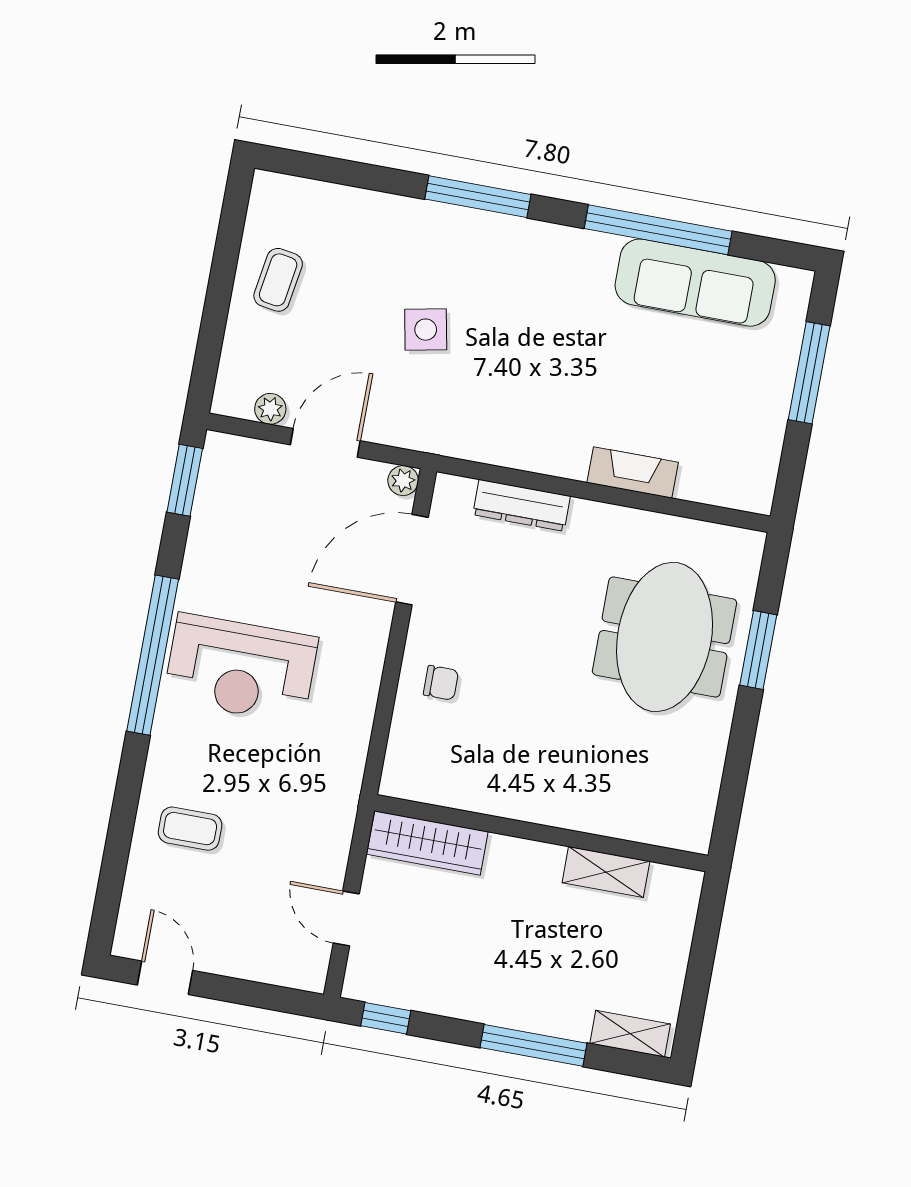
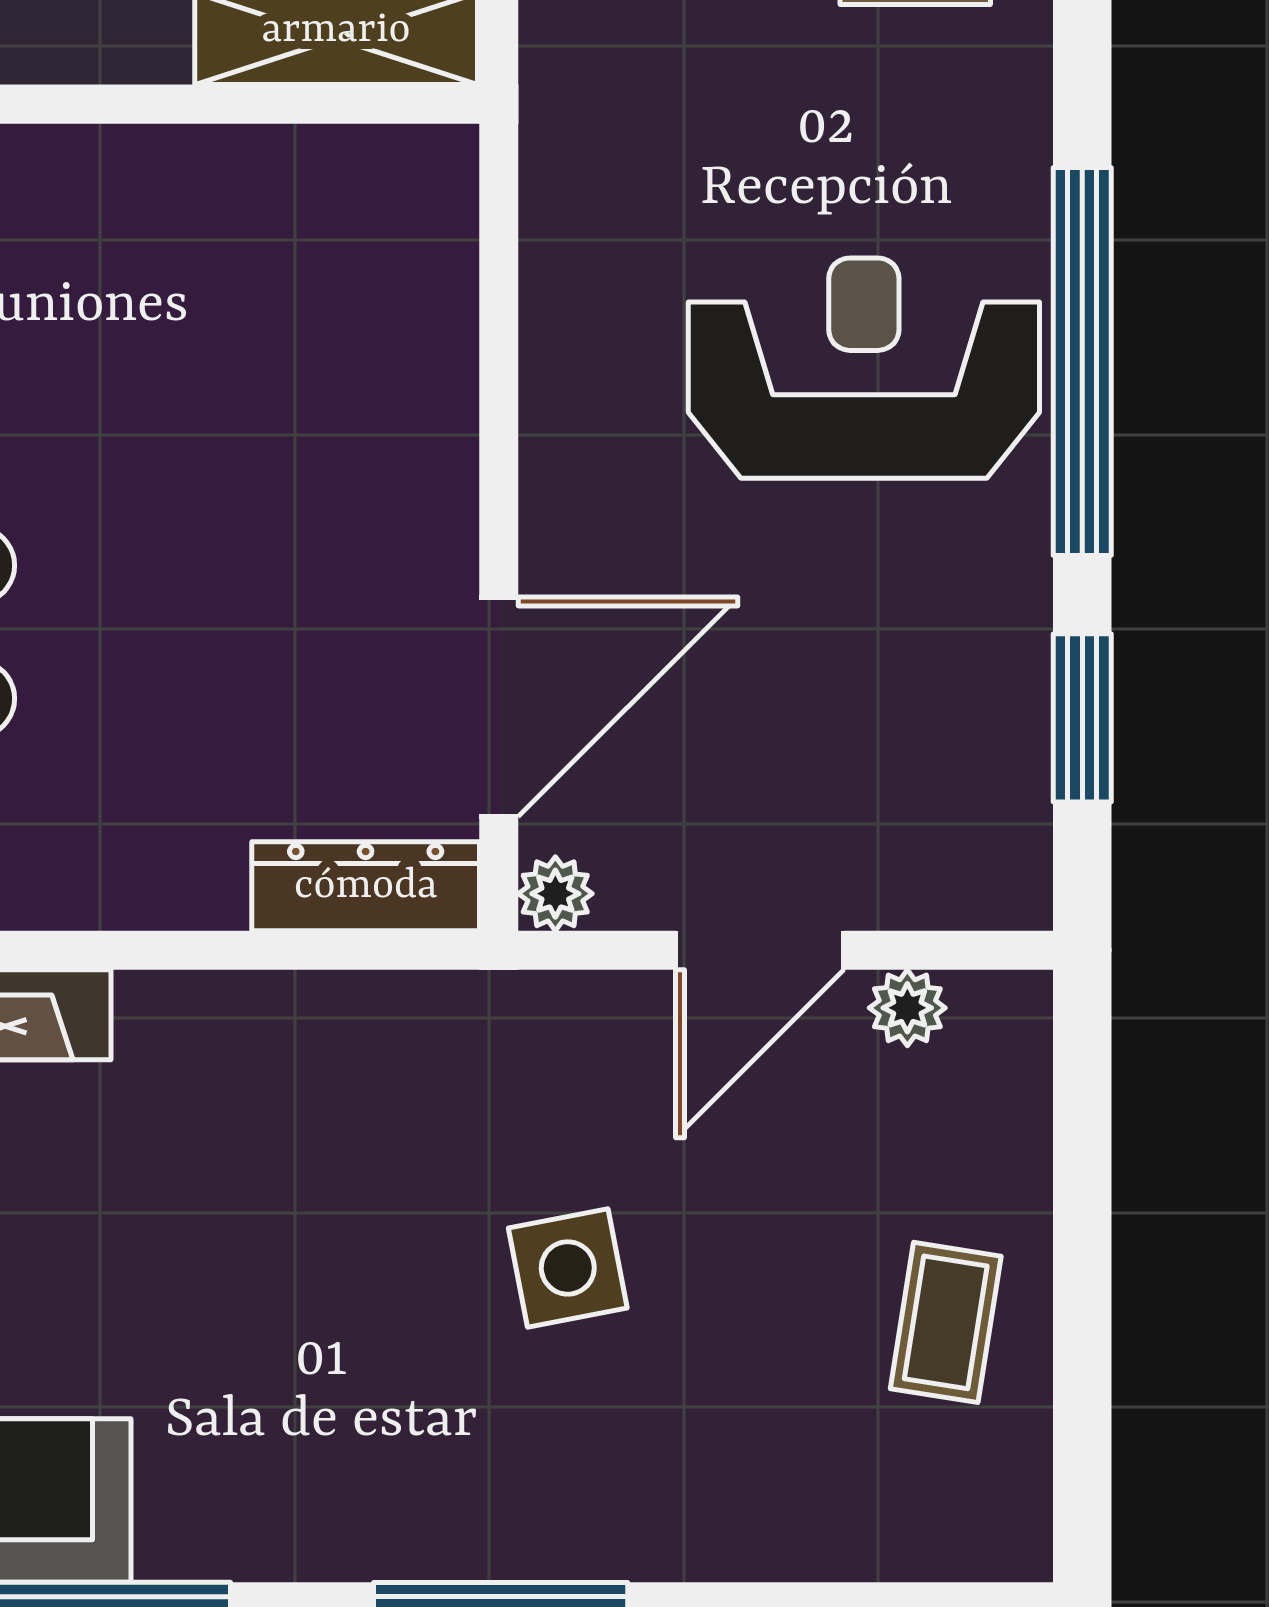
window: (185, 480) -> (1082, 718), moved
dresser: (522, 505) -> (366, 886), moved
chair: (441, 683) -> (375, 422), removed

